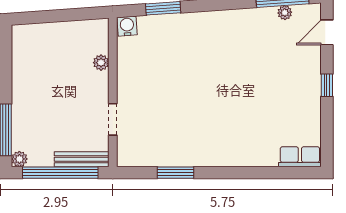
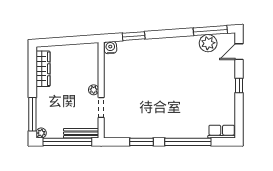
plant: (285, 13) -> (208, 43), width x1.87, depth x1.87
wardrobe: (22, 59) -> (43, 69), added
plant: (101, 63) -> (94, 90), moved
window: (248, 173) -> (188, 142), added

